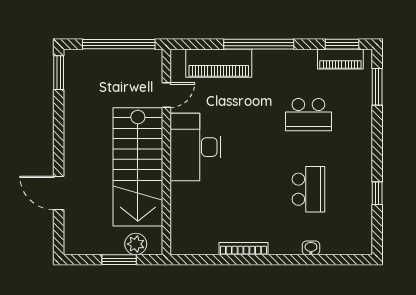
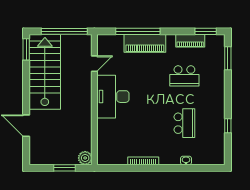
window: (259, 44) -> (138, 31), moved
piano: (340, 59) -> (190, 41), moved
piano: (219, 63) -> (145, 43), moved
stairs: (138, 167) -> (45, 72), moved, turned 180
plant: (136, 244) -> (85, 158), moved

